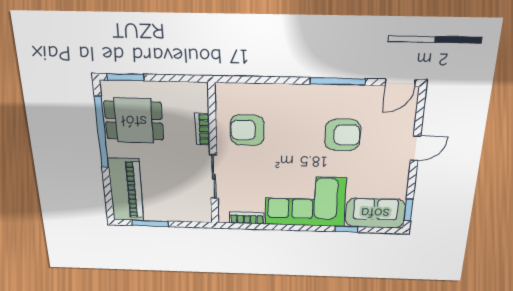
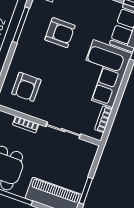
armchair: (247, 130) -> (26, 87), moved
armchair: (343, 135) -> (60, 33), turned 90

